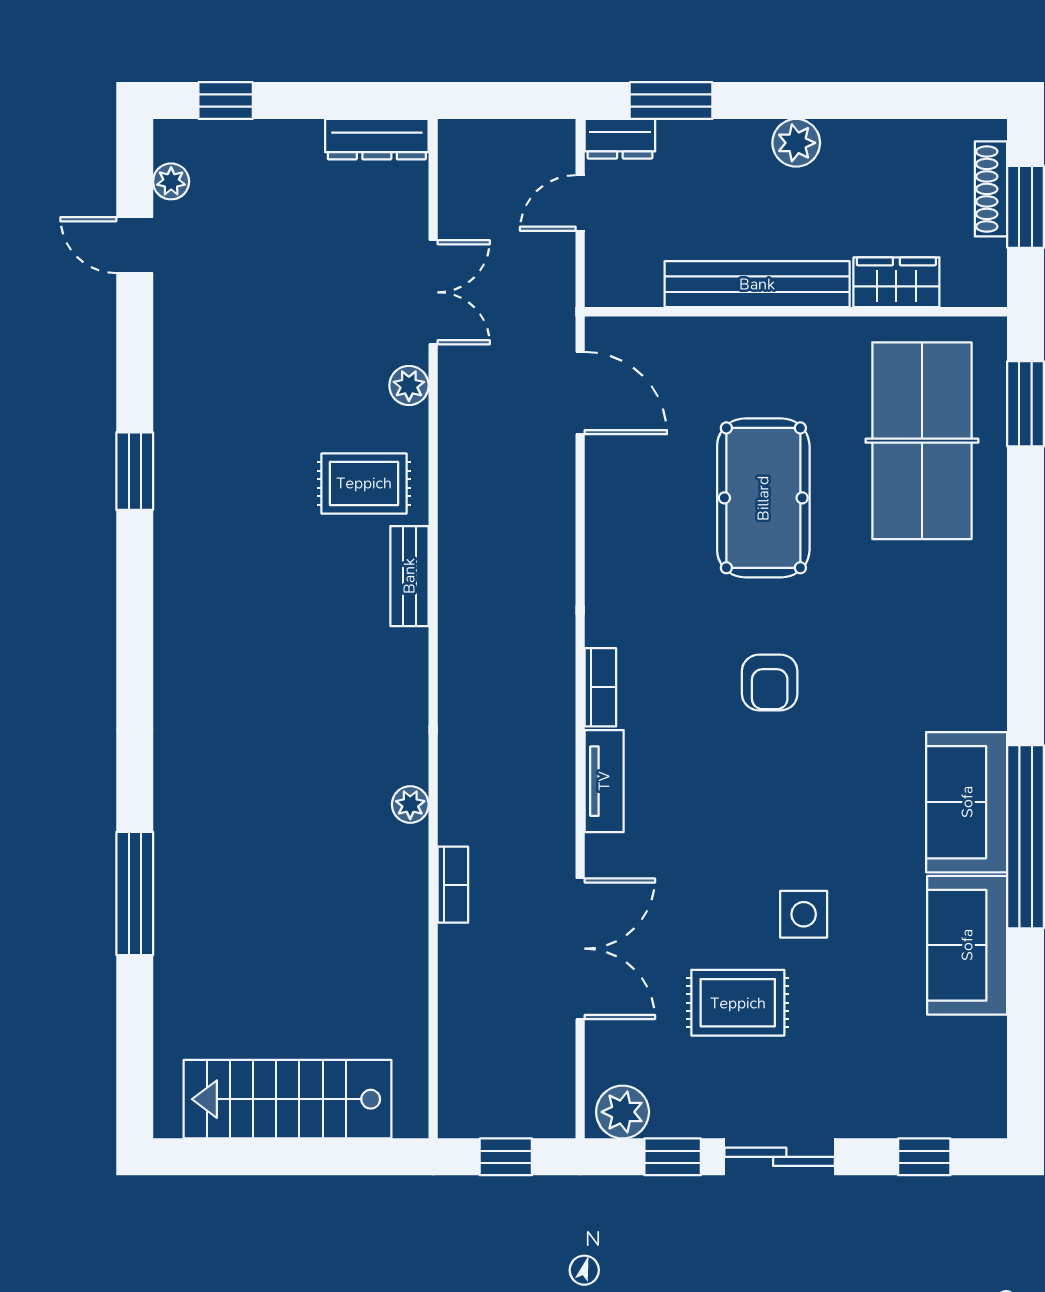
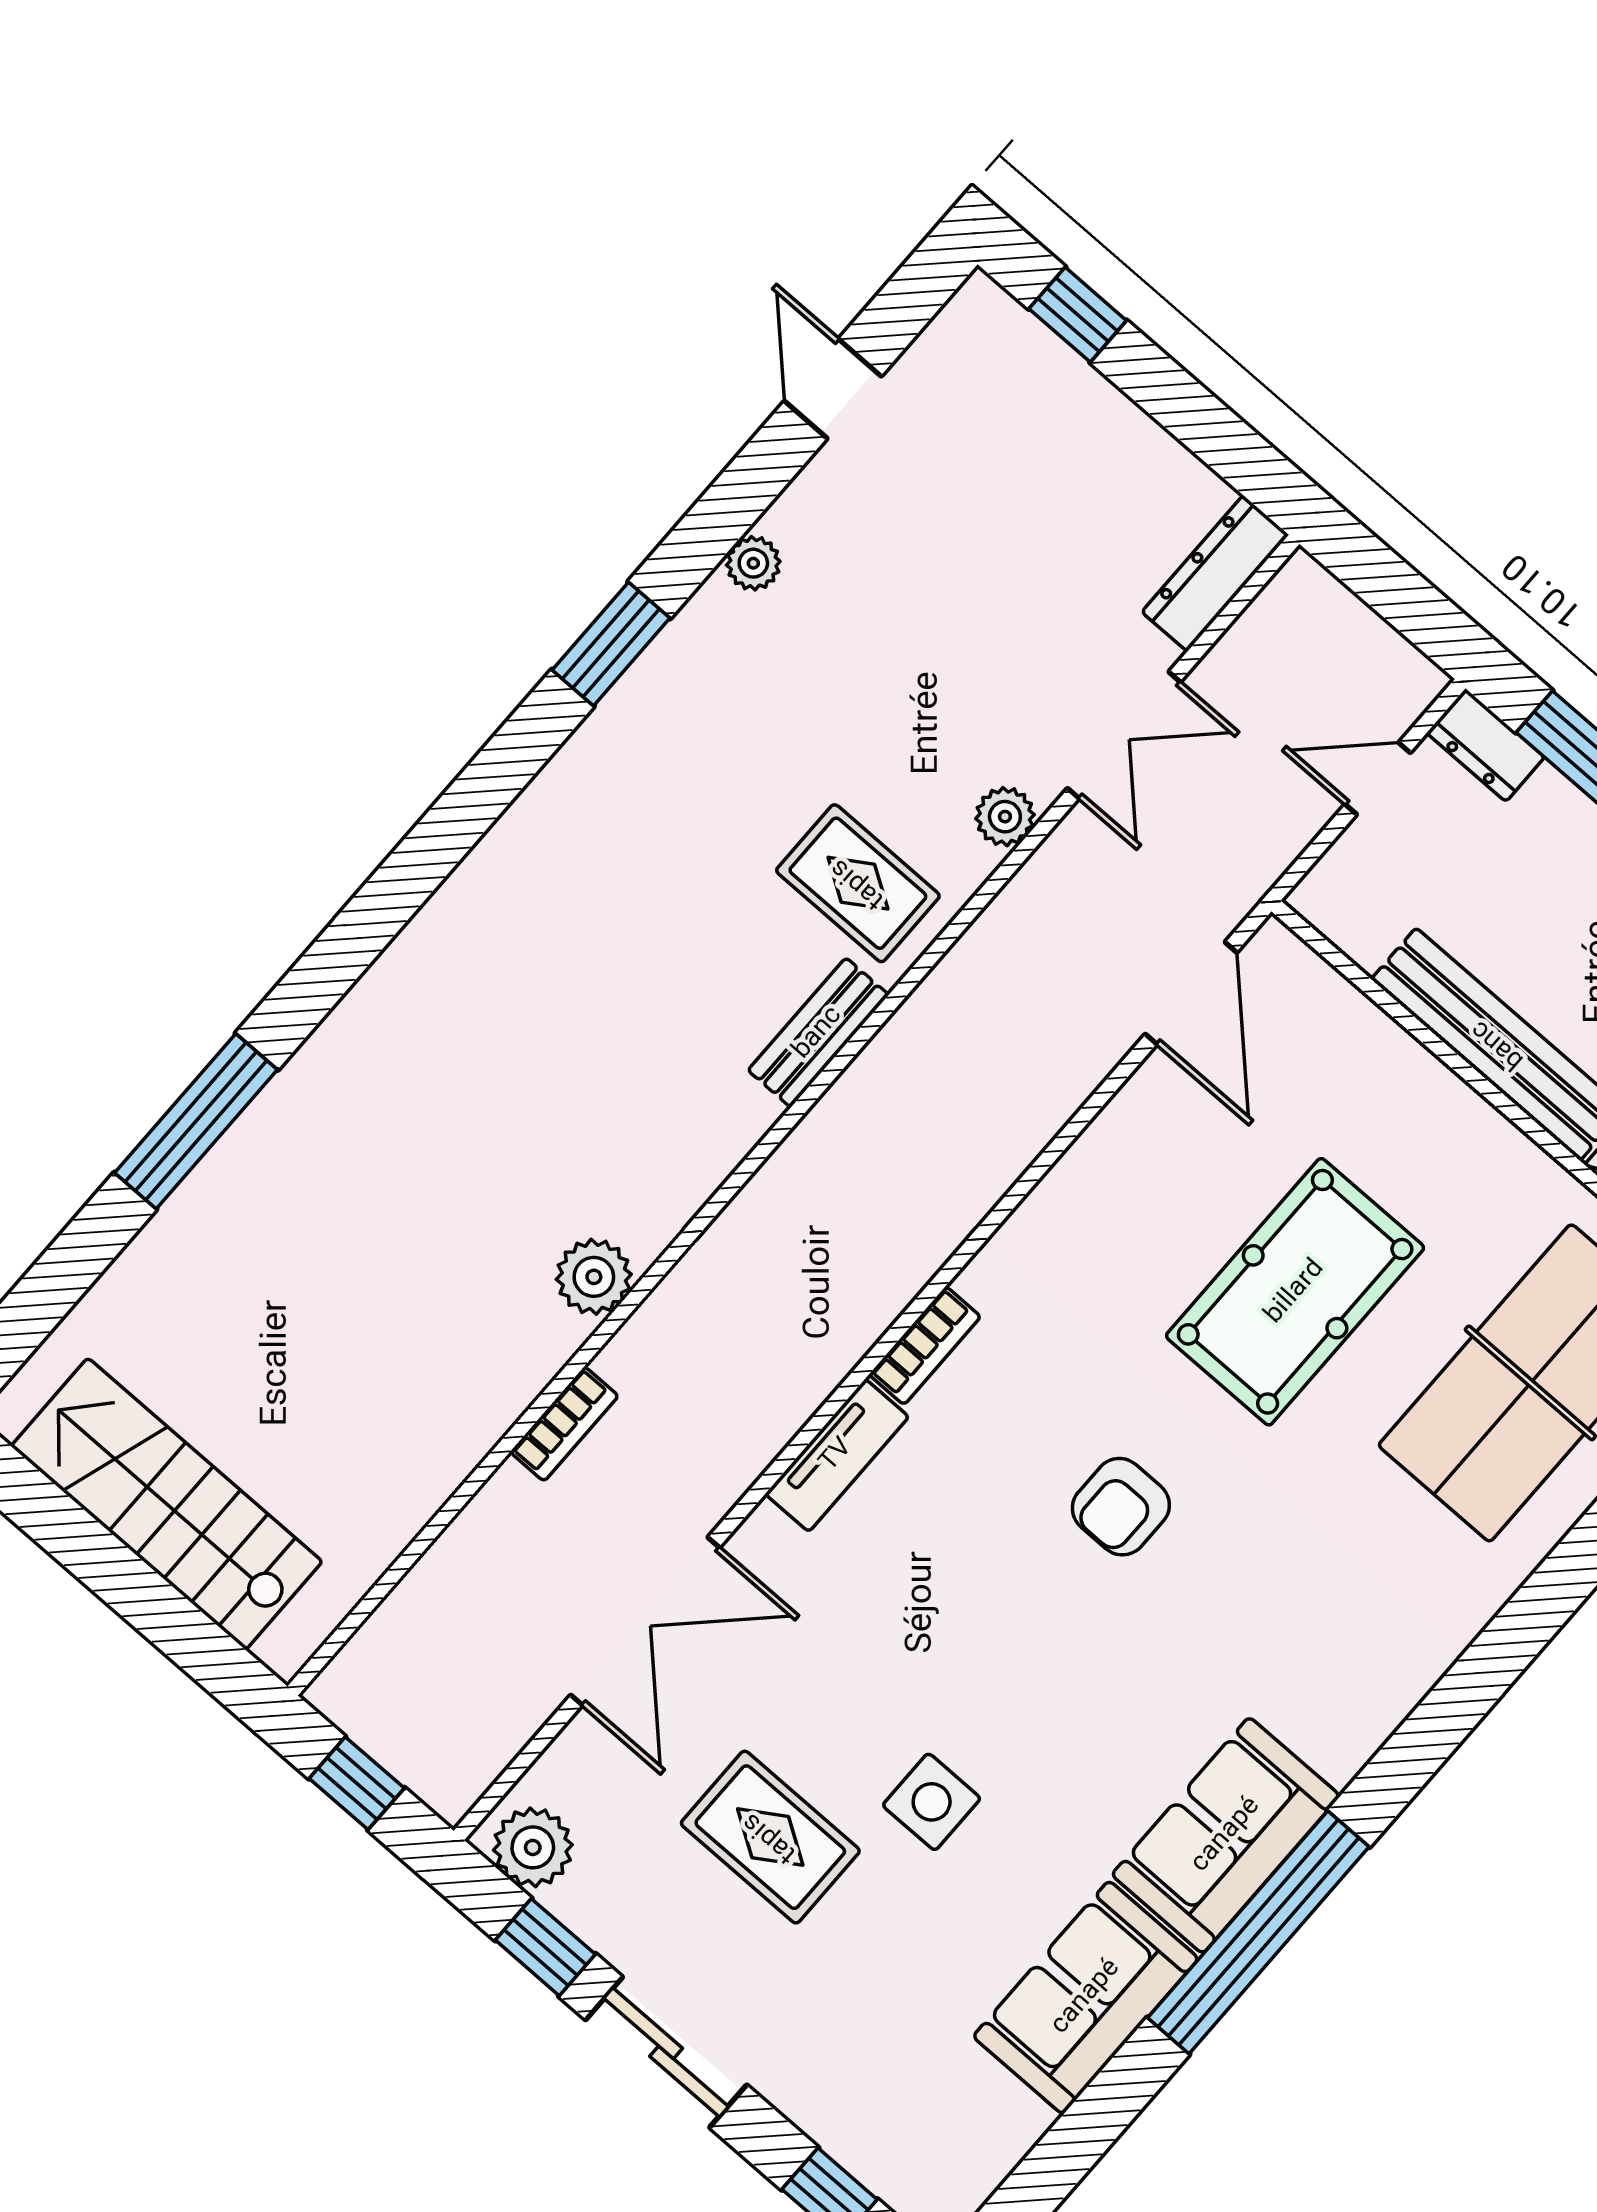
dresser: (377, 139) -> (1215, 573), moved, turned 90
plant: (171, 181) -> (753, 563), moved
plant: (410, 804) -> (594, 1277), width x1.38, depth x1.38

